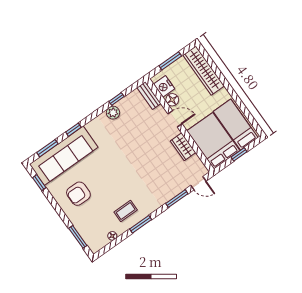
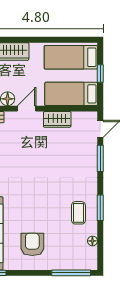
bed: (213, 141) -> (71, 94), width x0.67
armchair: (78, 194) -> (32, 244), turned 180
window: (78, 237) -> (71, 273), width x1.44

